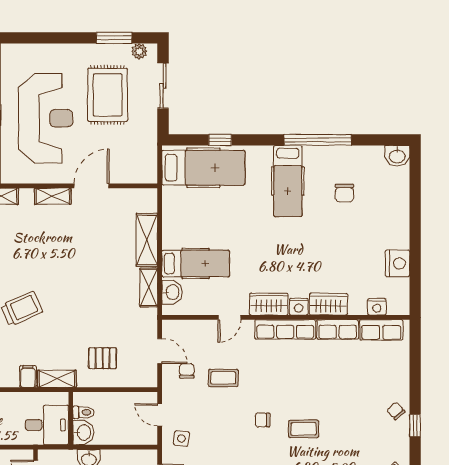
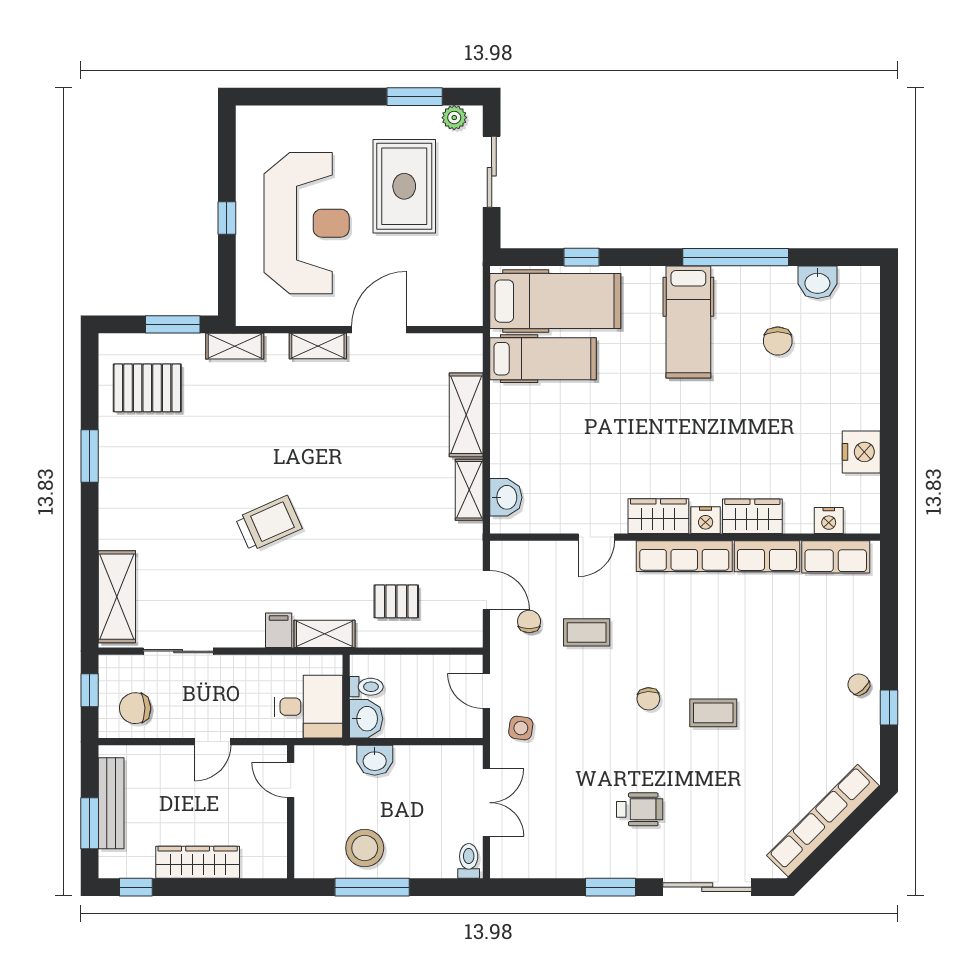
washbasin: (397, 156) -> (817, 282), moved
hospital bed: (196, 264) -> (543, 359), moved
chair: (262, 420) -> (648, 699), turned -93

